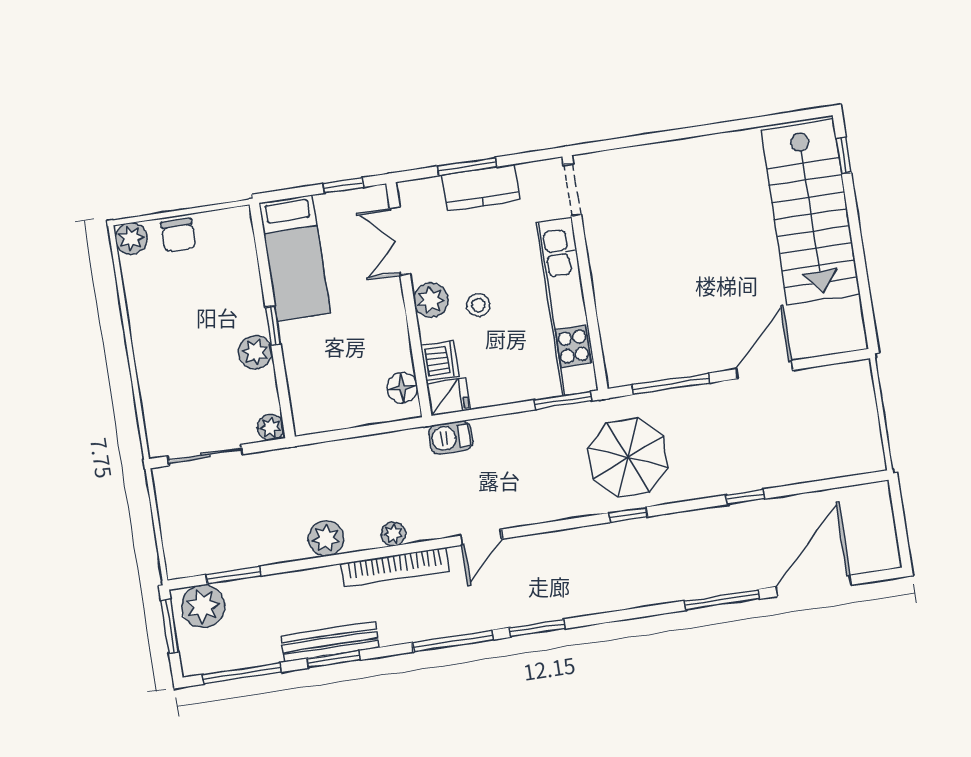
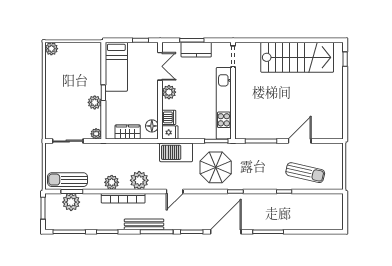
stairs: (810, 212) -> (297, 57), moved, turned -90
chair: (178, 235) -> (71, 50), removed
double door: (400, 241) -> (160, 66), swing flipped
stool: (478, 305) -> (188, 97), removed
wardrobe: (346, 411) -> (128, 132), added
barbecue: (451, 437) -> (176, 152), width x1.88, depth x1.53
sun lounger: (789, 444) -> (305, 173), added
parasol: (628, 458) -> (216, 167), moved
plant: (393, 534) -> (139, 180), width x1.87, depth x1.87
sun lounger: (219, 548) -> (68, 180), added
bookcase: (395, 567) -> (123, 198), moved
door: (814, 586) -> (226, 232), moved
plant: (203, 606) -> (71, 202), moved
bench: (330, 642) -> (144, 224), moved

